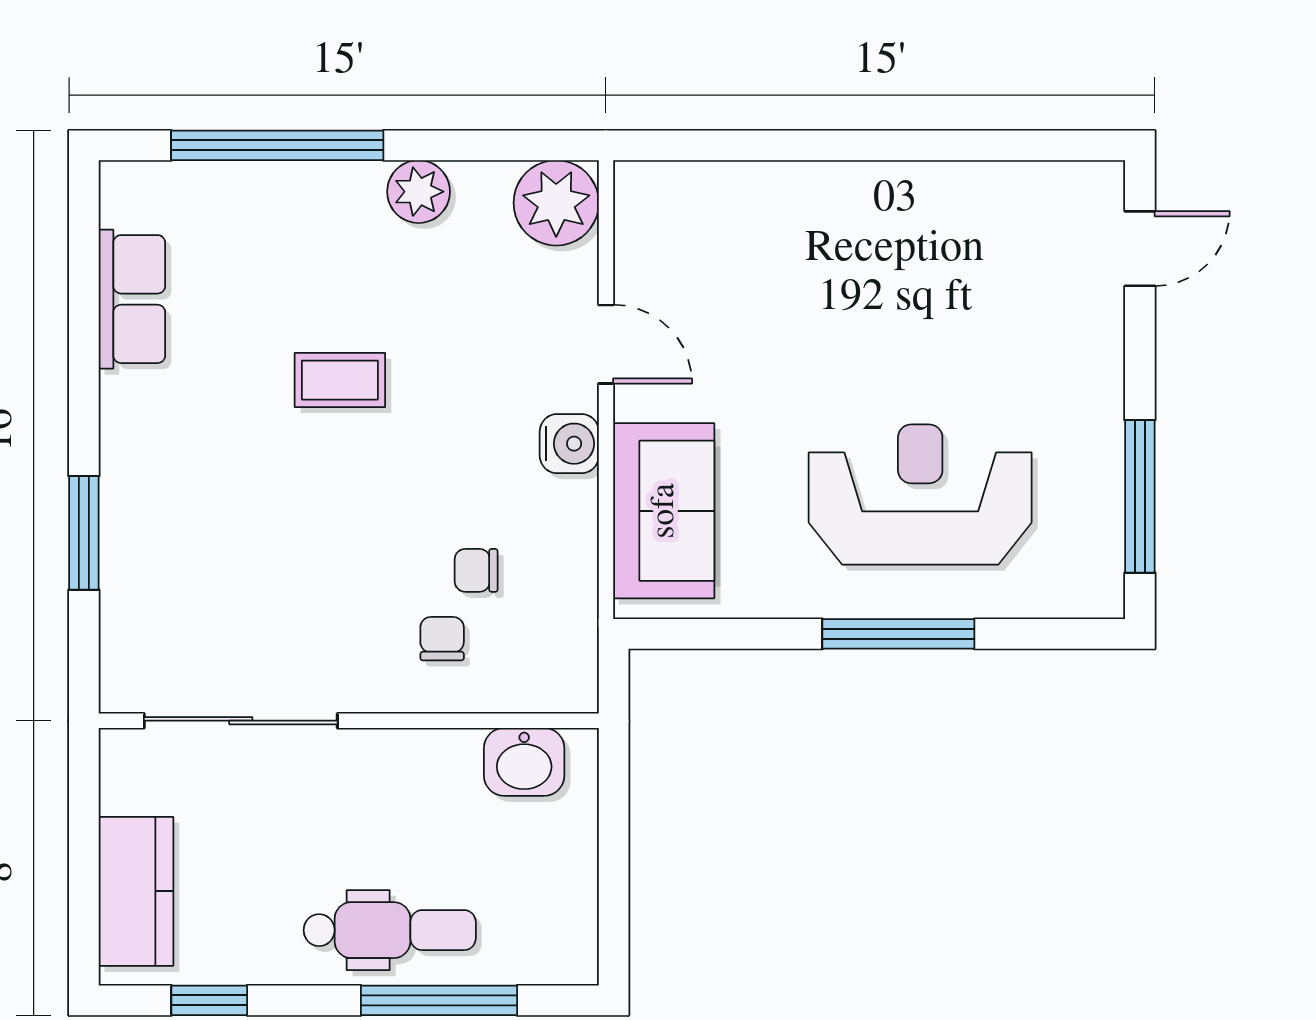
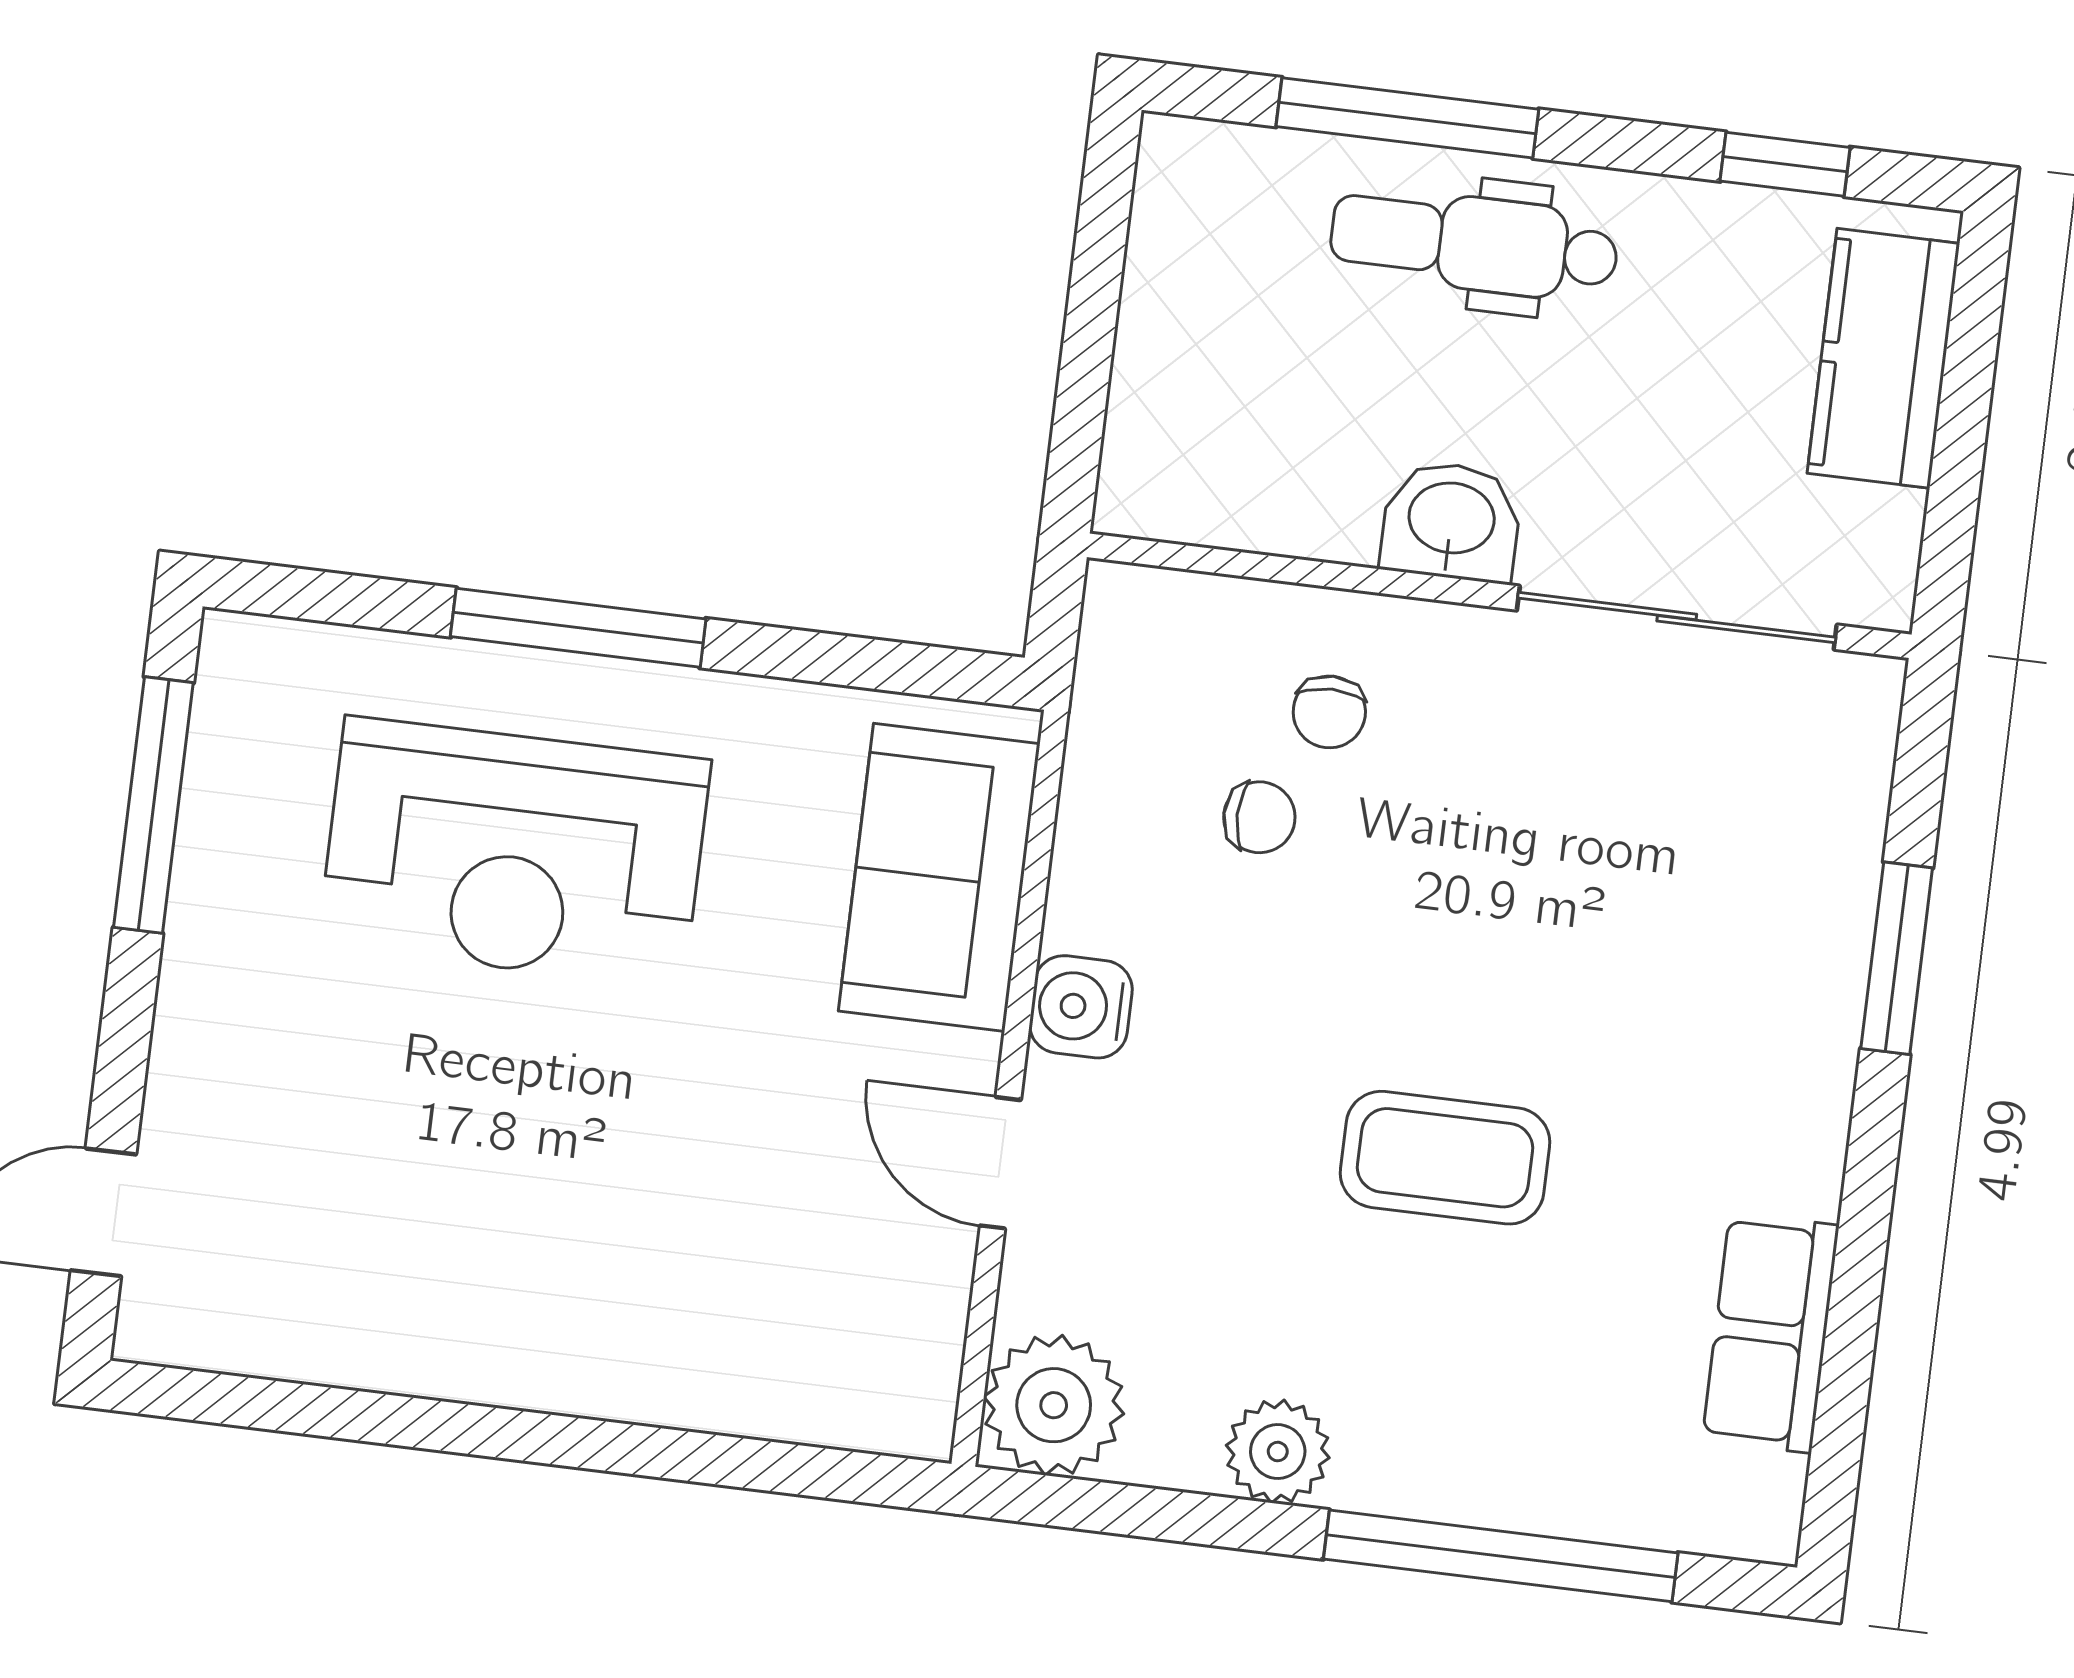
coffee table: (340, 380) -> (1445, 1158), width x1.36, depth x1.30
washbasin: (524, 762) -> (1451, 521), moved

